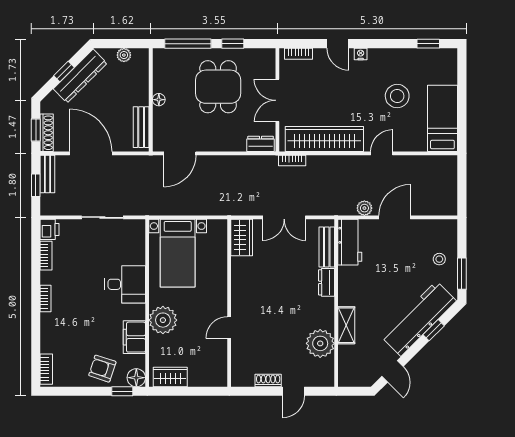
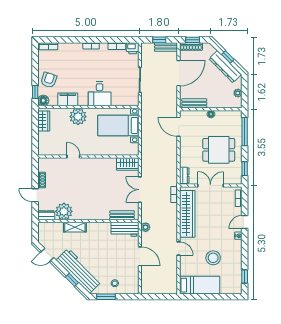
window: (233, 44) -> (245, 169), moved
plant: (364, 208) -> (146, 227), moved
dresser: (327, 282) -> (46, 215), moved

